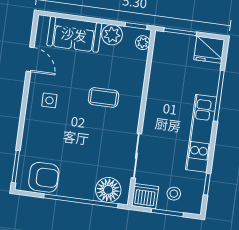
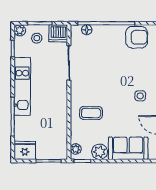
coffee table: (104, 97) -> (91, 113), moved
armchair: (44, 177) -> (137, 37), turned 180
floor lamp: (108, 190) -> (87, 30), width x0.53, depth x0.53
plant: (195, 207) -> (20, 30), added

